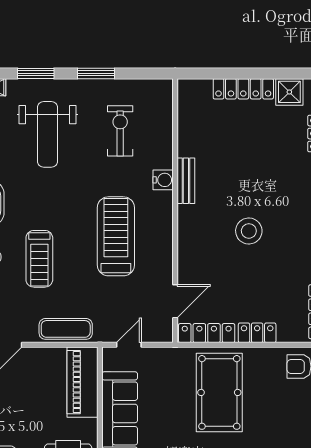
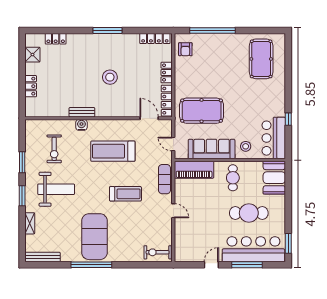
locker: (243, 89) -> (31, 86), width x0.66
exercise bike: (120, 131) -> (54, 149), turned -90
pool table: (219, 392) -> (202, 111), moved

